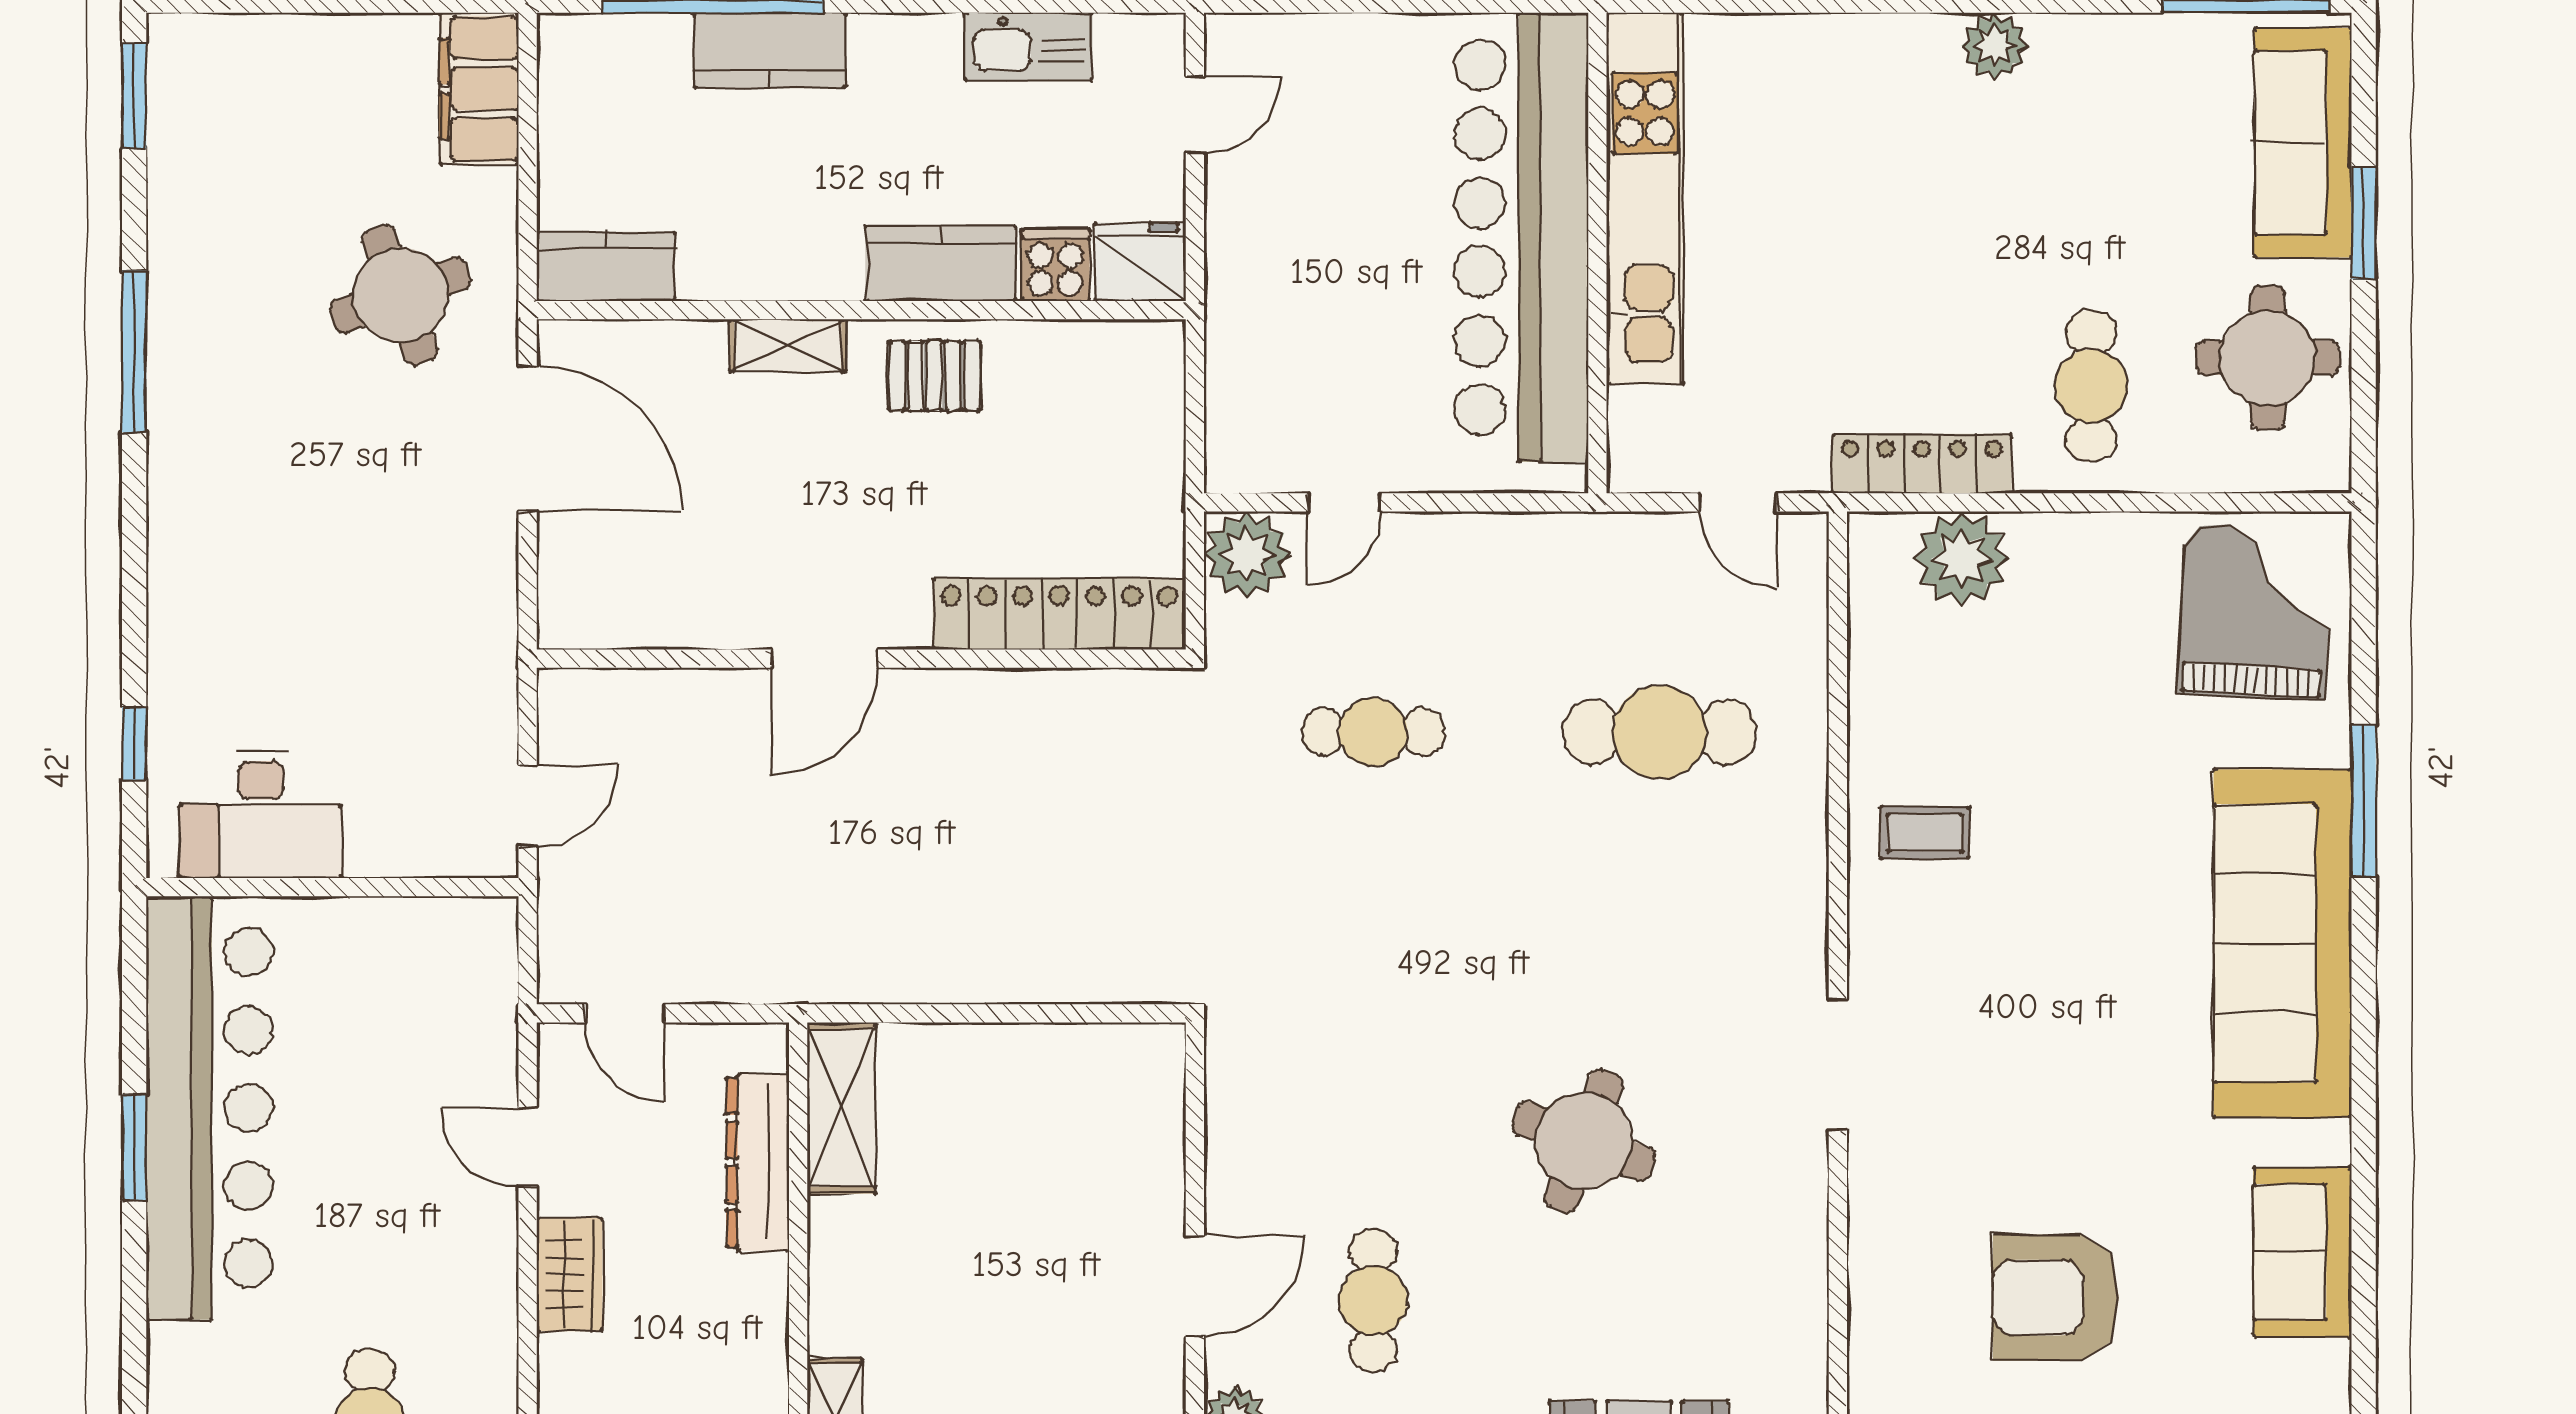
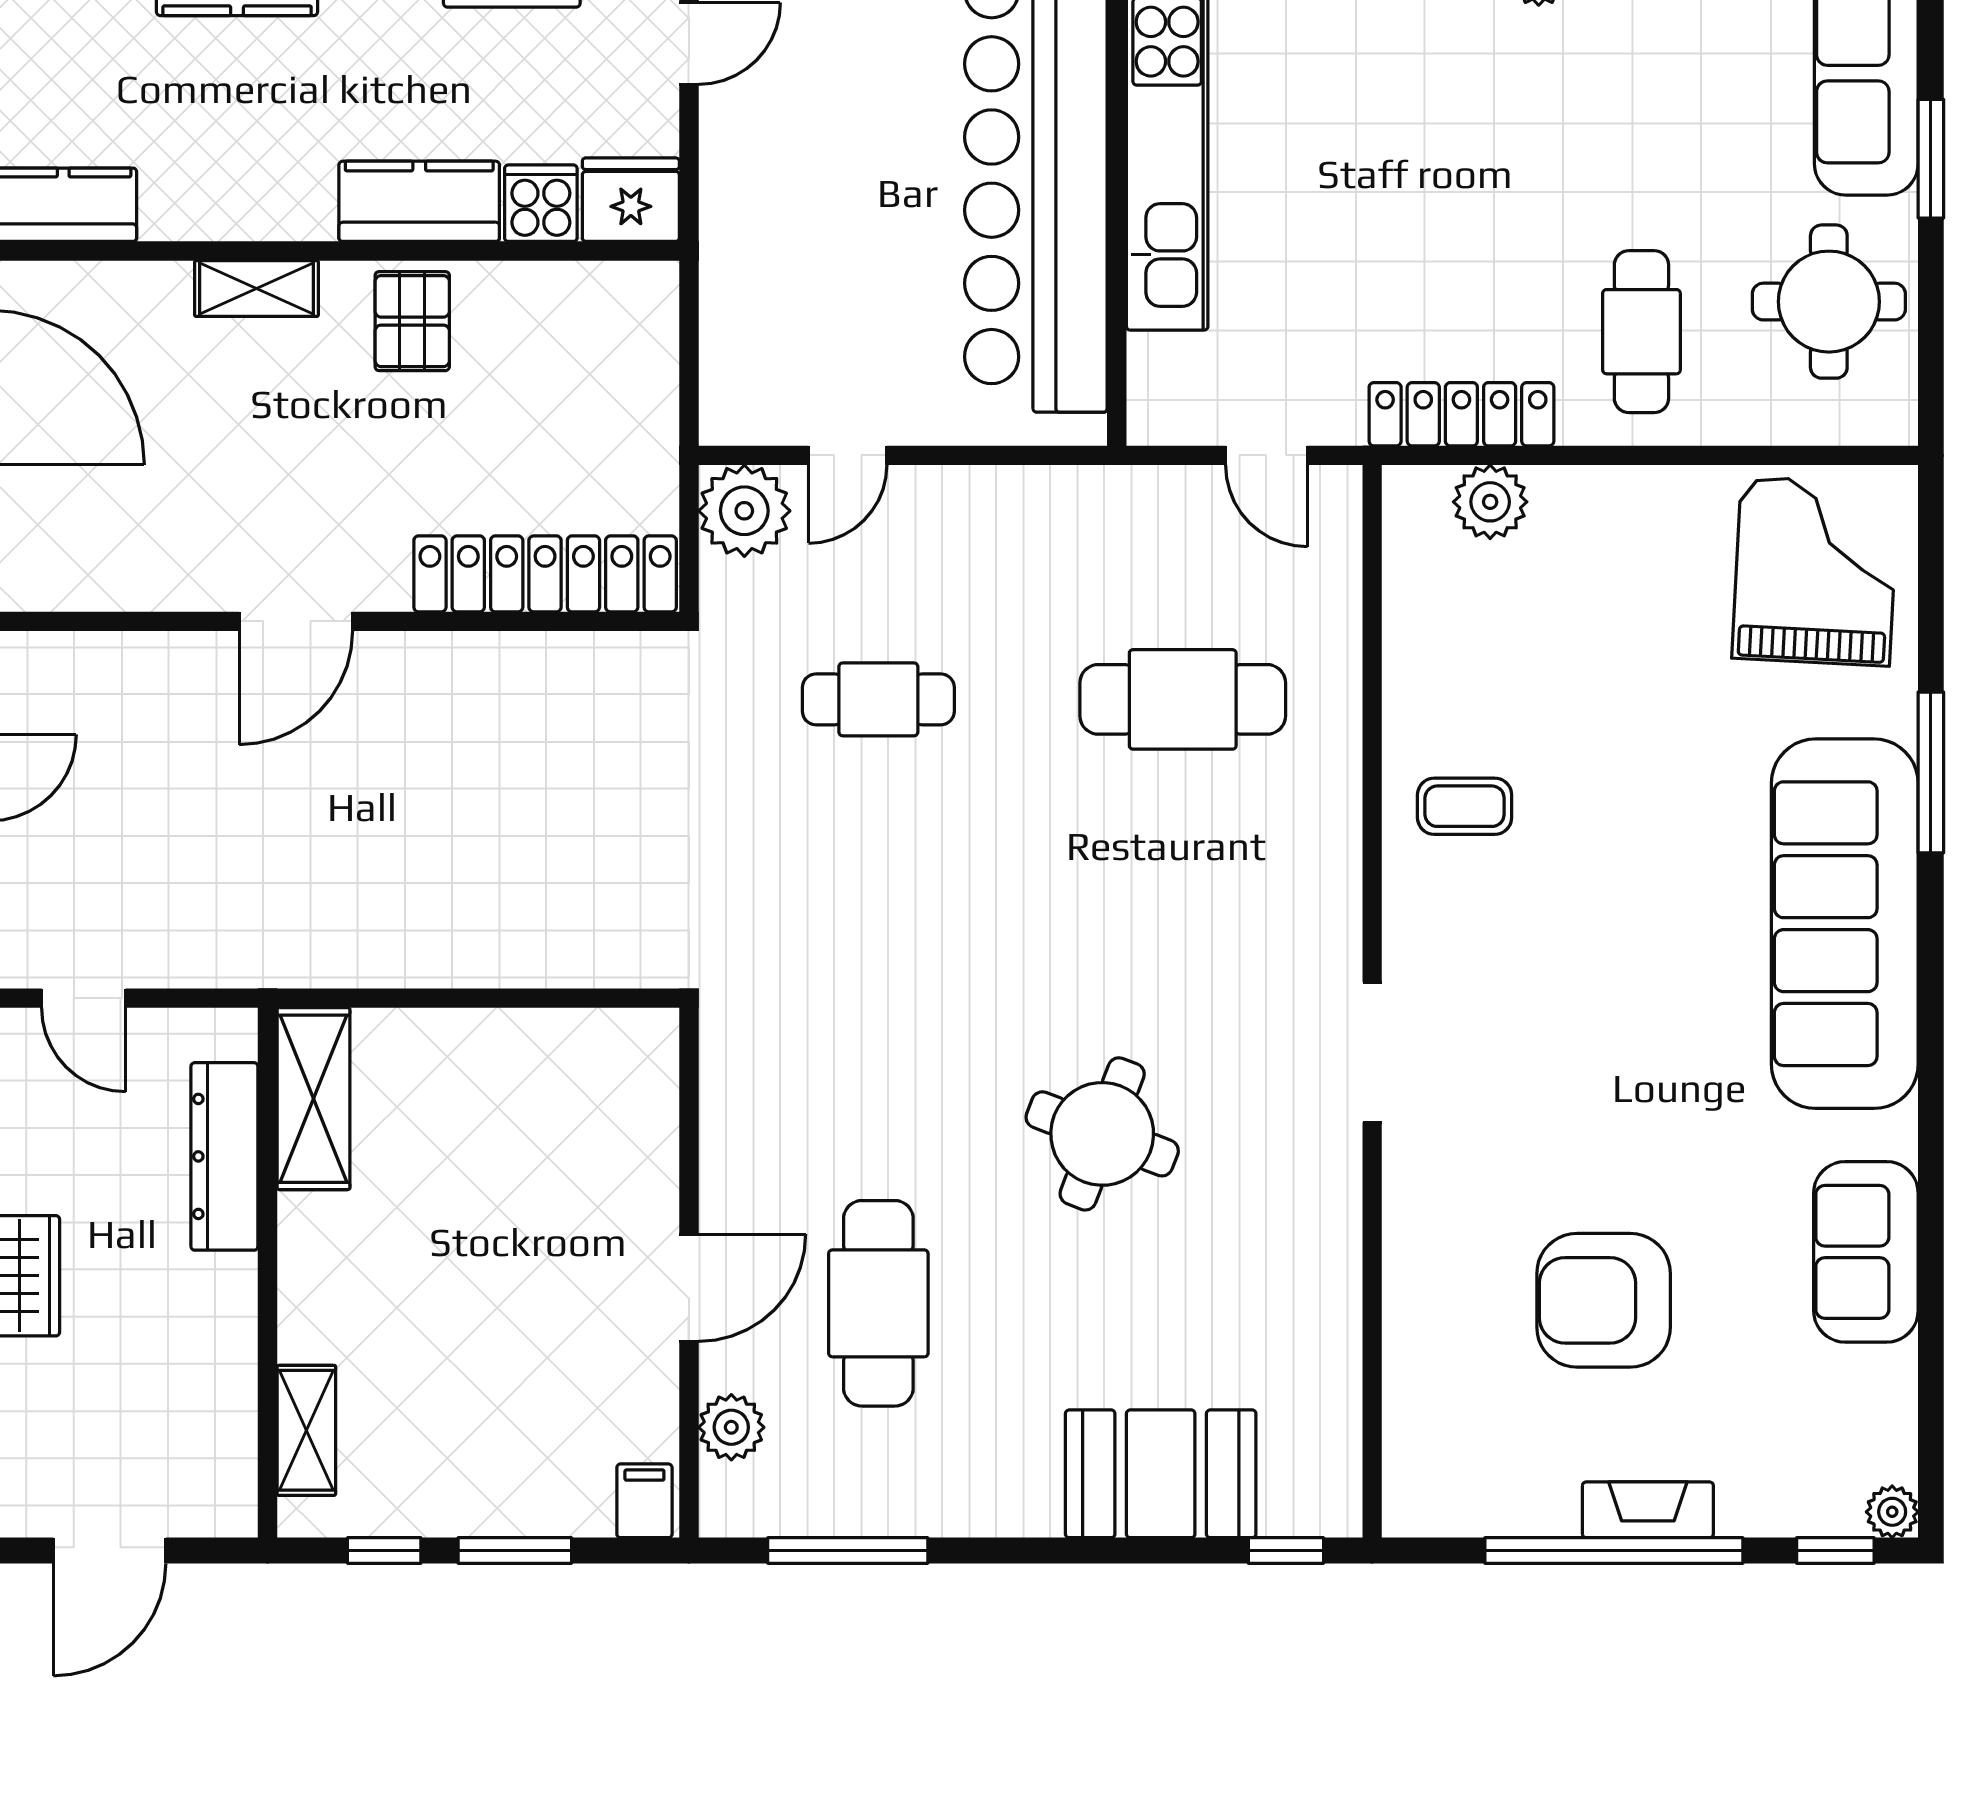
pallet: (934, 376) -> (412, 321), turned 90
plant: (1961, 559) -> (1490, 502), width x0.73, depth x0.73
cafe table: (1373, 1300) -> (878, 1303), width x1.37, depth x1.35

